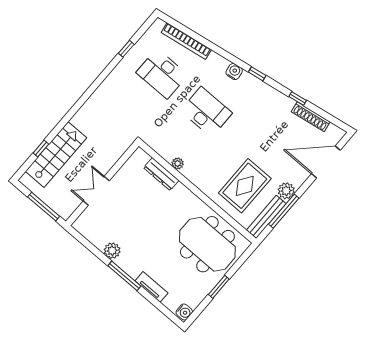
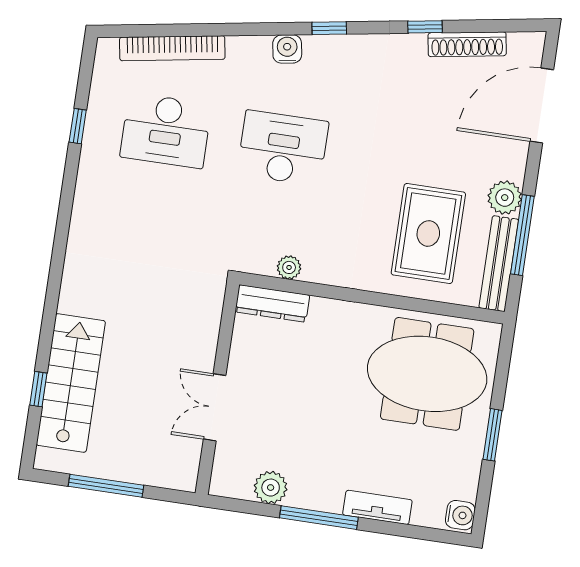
wall: (102, 184) -> (217, 389), moved
double door: (96, 191) -> (215, 407), moved

